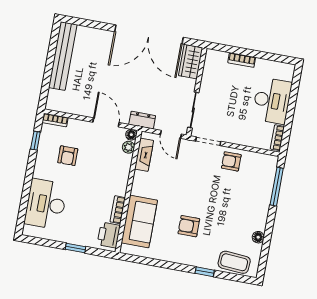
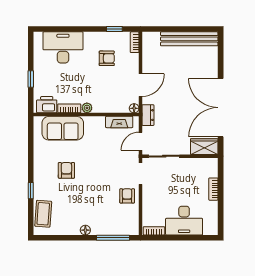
plant: (129, 147) -> (87, 108), moved
armchair: (68, 156) -> (107, 58), turned 180
floor lamp: (258, 237) -> (85, 230), moved

